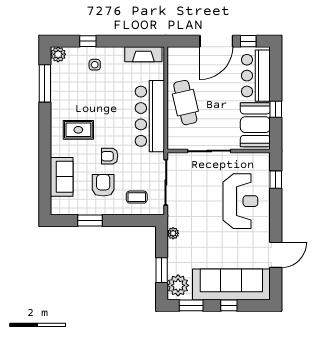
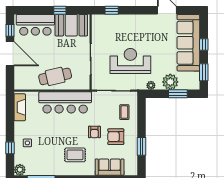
rug: (78, 130) -> (75, 155), turned 90
reception desk: (240, 201) -> (130, 61), moved
plant: (178, 285) -> (170, 82), moved

